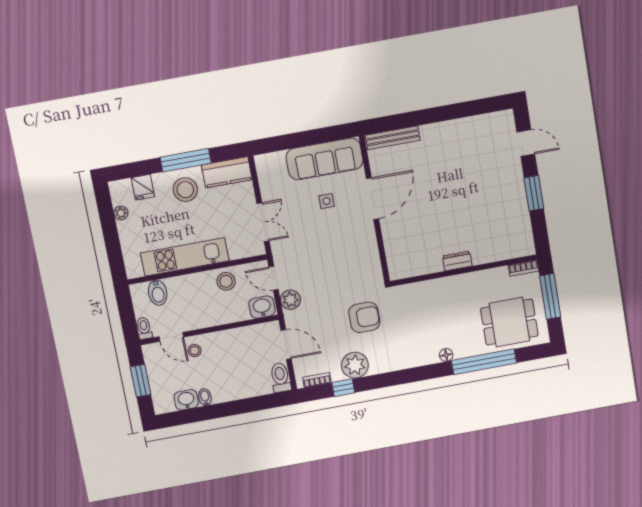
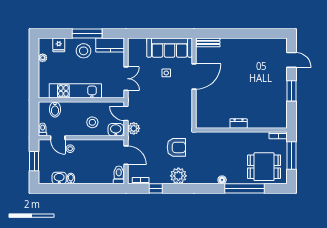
bench: (393, 138) -> (208, 42), width x0.73
stool: (226, 281) -> (92, 122), moved
plant: (355, 365) -> (178, 176), moved

